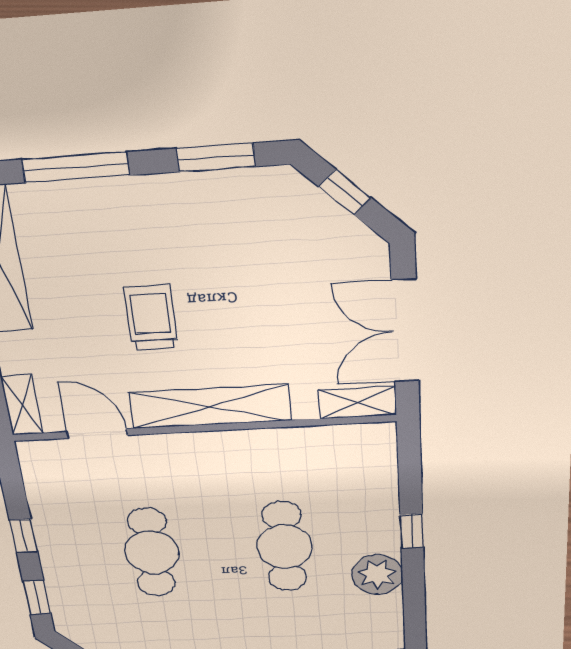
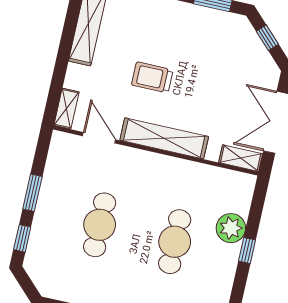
trolley: (151, 318) -> (152, 77), turned -90
window: (24, 536) -> (32, 193), width x1.50
plant: (377, 575) -> (231, 228), moved

